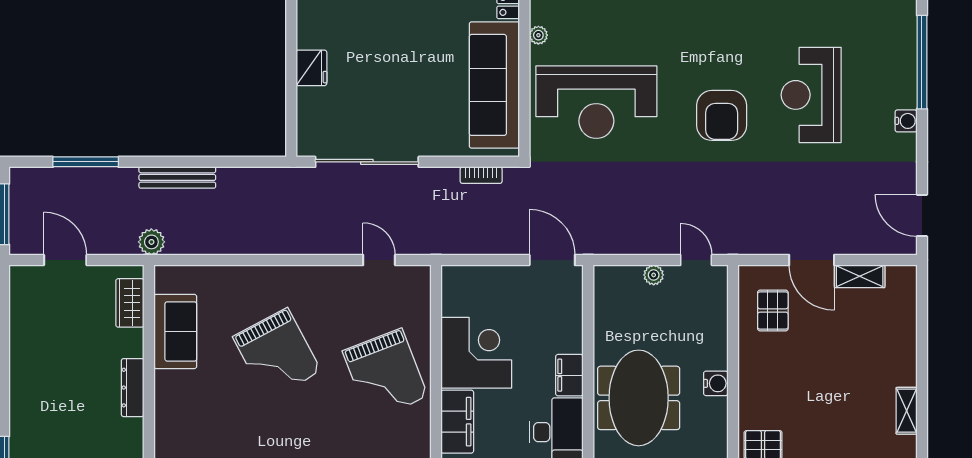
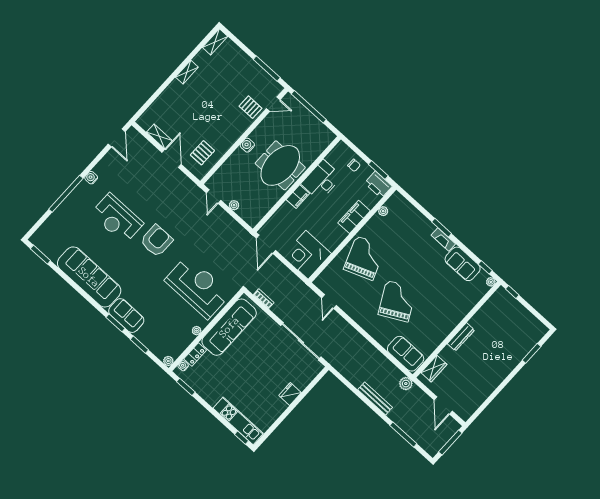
reception desk: (811, 95) -> (117, 219), turned 90
sofa: (175, 331) -> (406, 354), moved, turned 90
corner desk: (476, 353) -> (307, 255), moved

